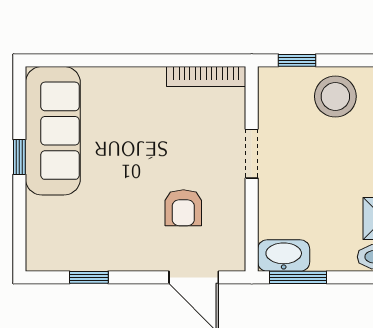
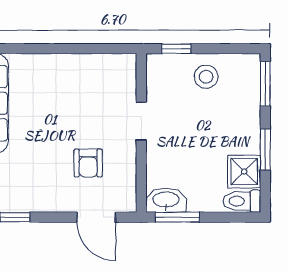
bookcase: (206, 76) -> (106, 61), removed
stool: (335, 96) -> (206, 77), width x0.73, depth x0.73

